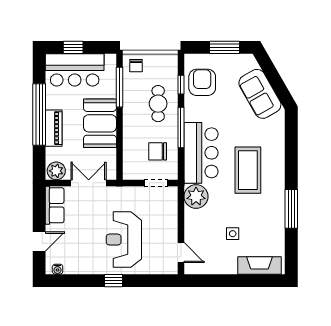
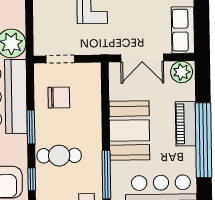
cafe table: (158, 104) -> (59, 156), turned 90
window: (181, 127) -> (31, 127), width x0.69

